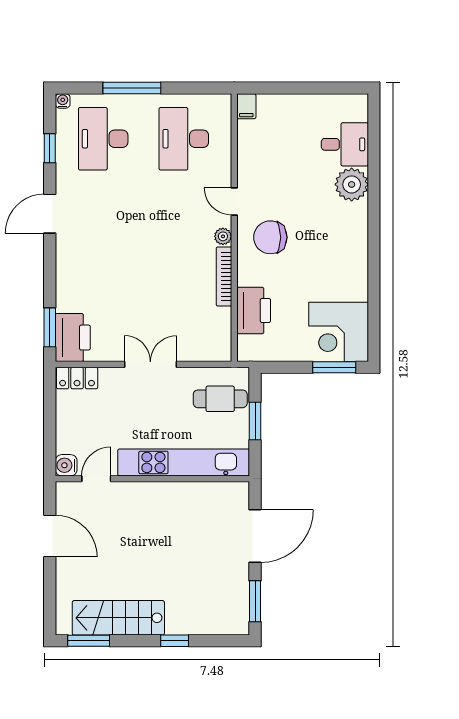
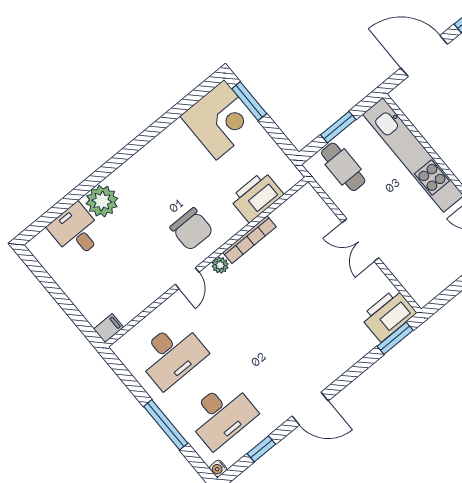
locker: (77, 378) -> (416, 287), removed

